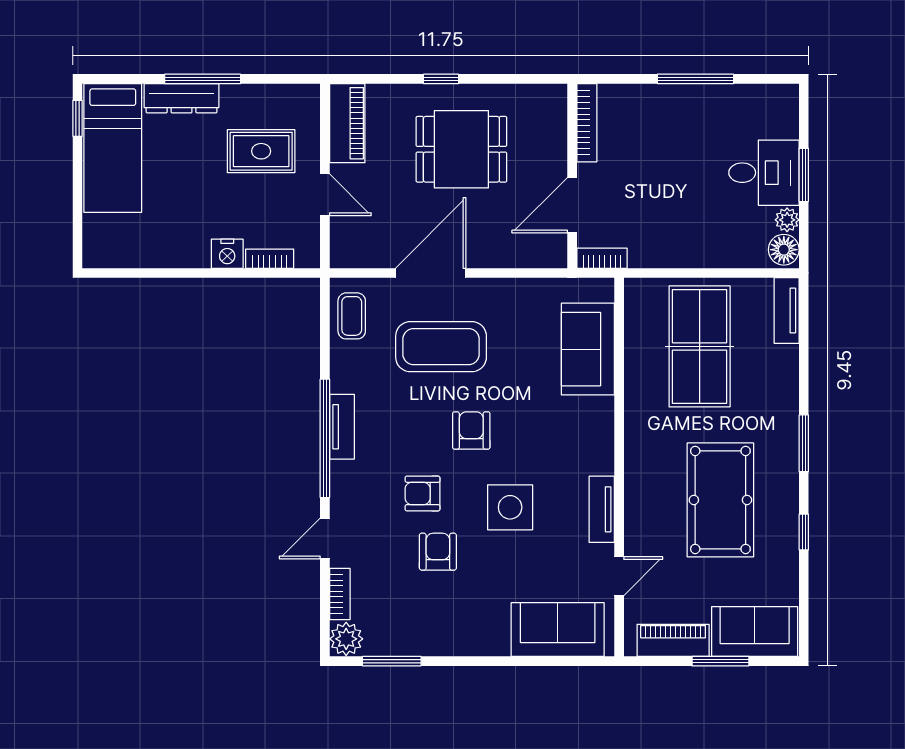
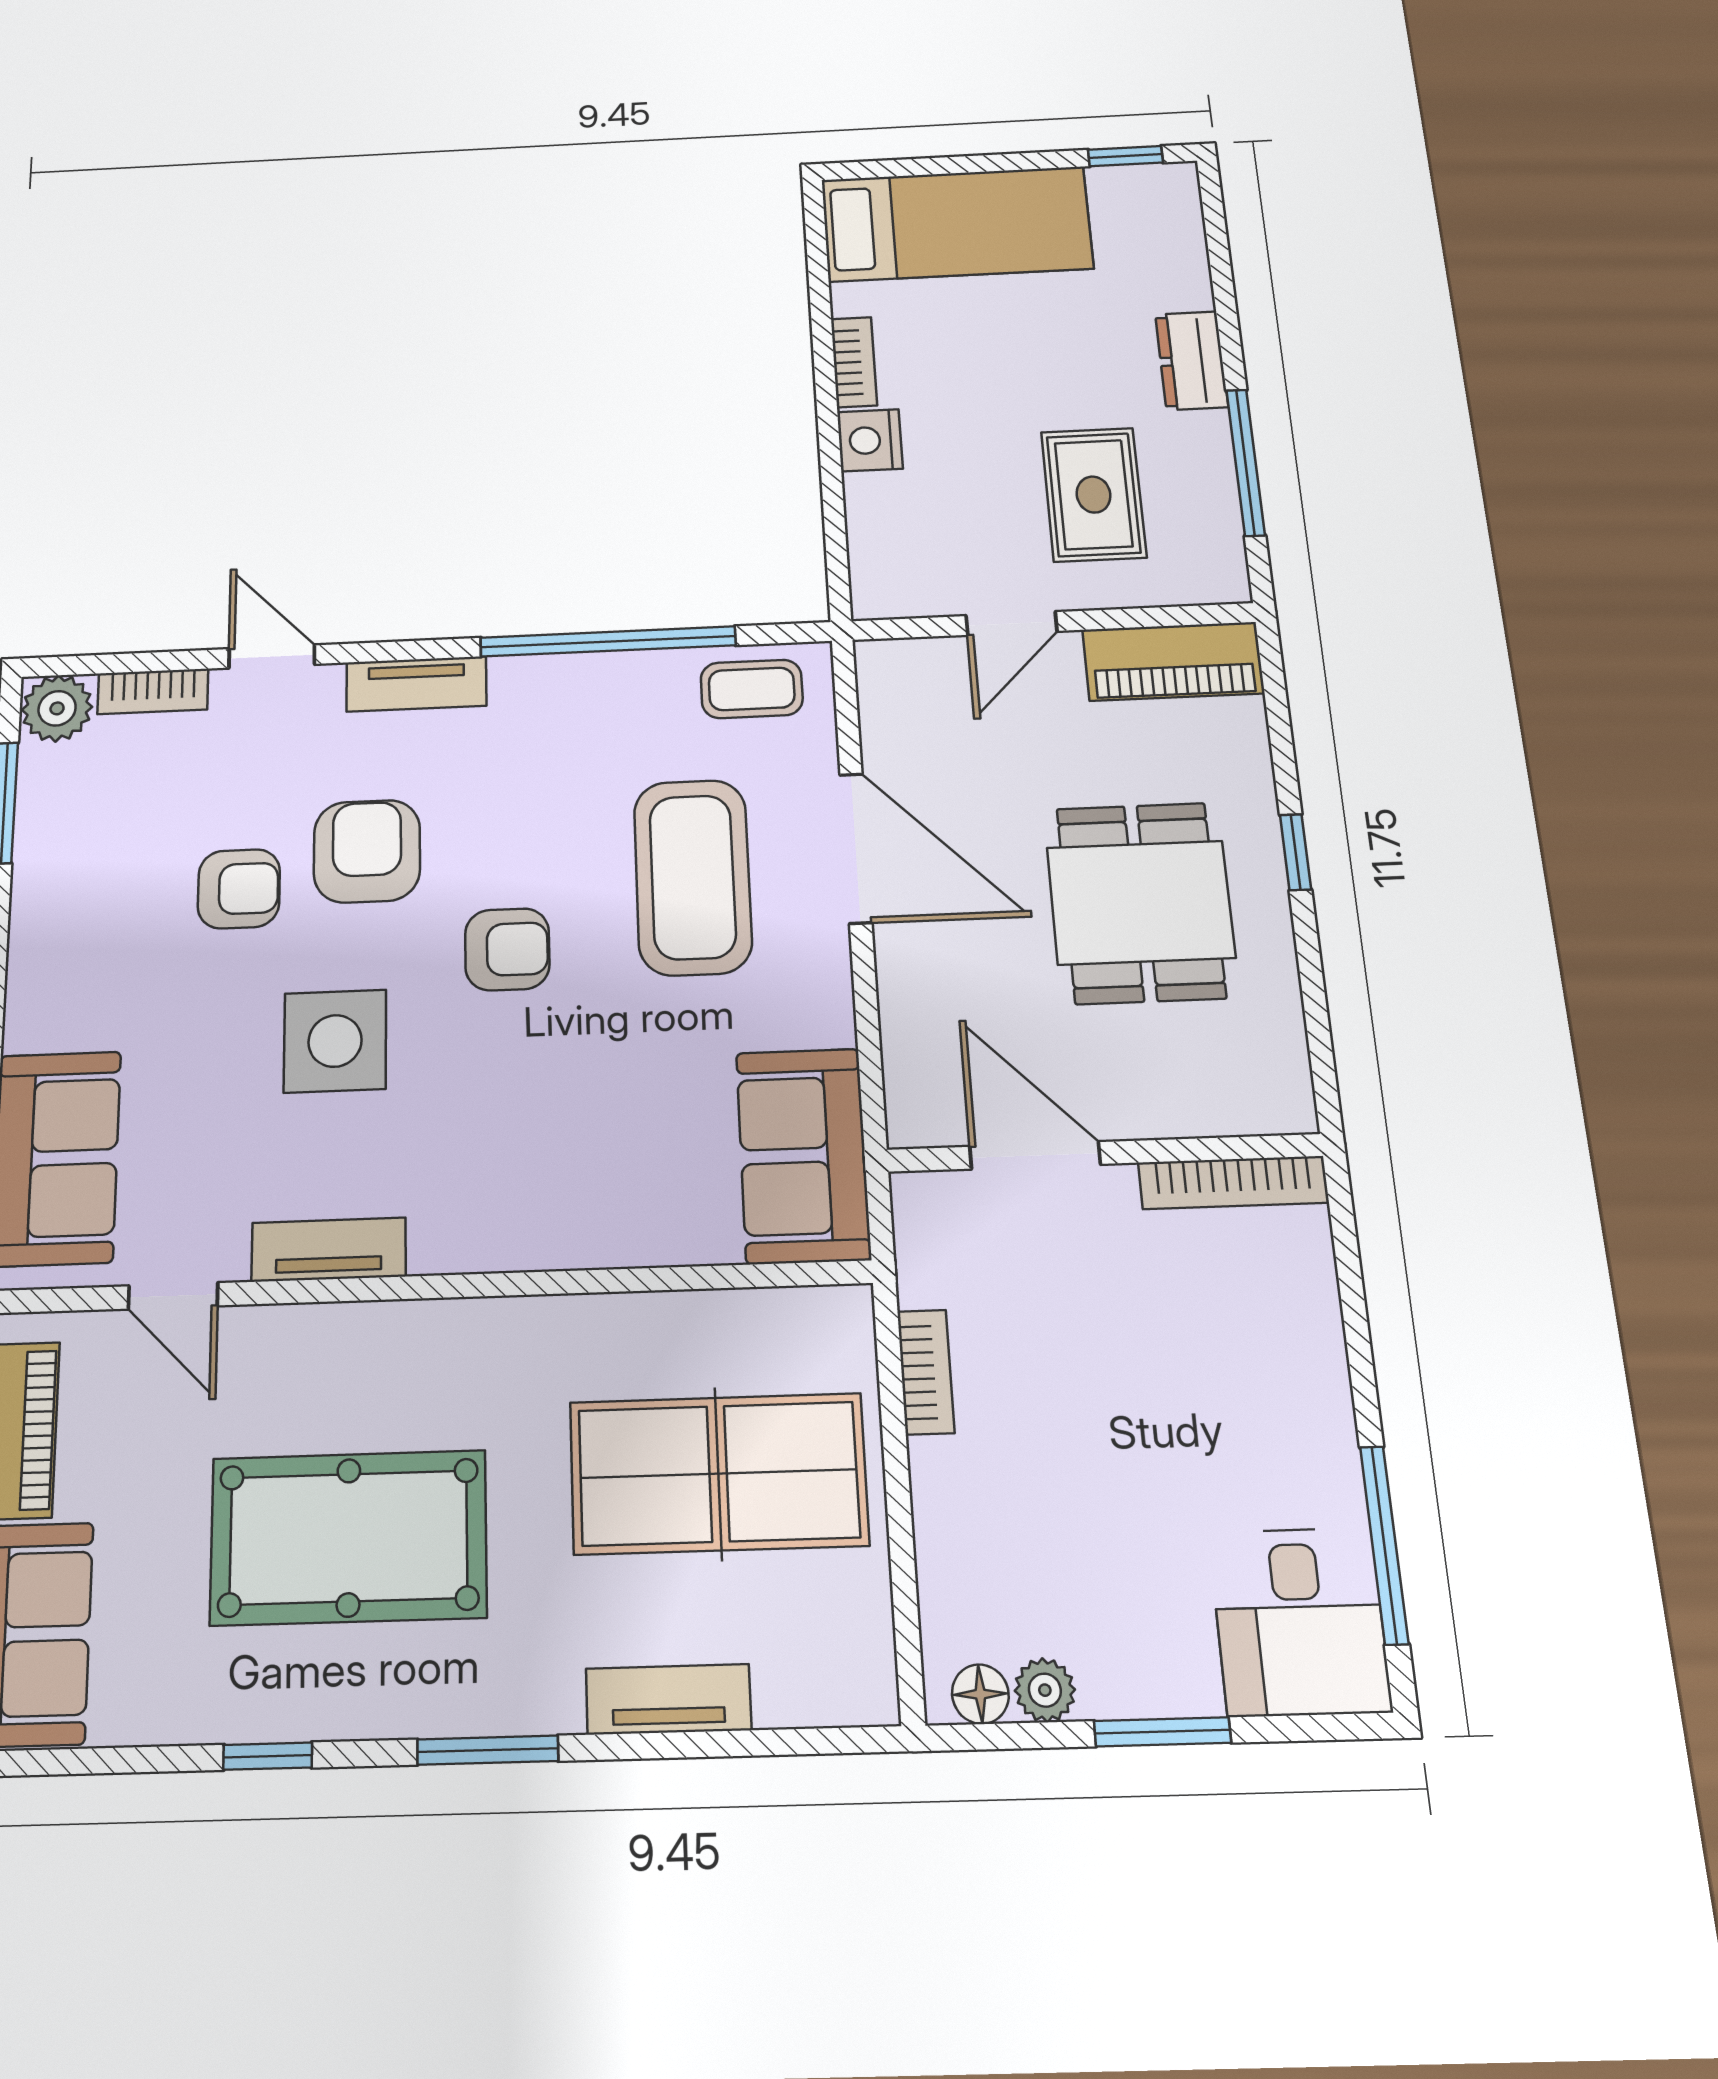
window: (203, 79) -> (1246, 462), moved
window: (695, 79) -> (1384, 1545), moved
dresser: (182, 98) -> (1192, 361), width x0.70
bed: (113, 148) -> (956, 224), moved, turned 180
desk: (764, 173) -> (1300, 1622), moved
floor lamp: (784, 250) -> (980, 1694), width x0.73, depth x0.73
bookcase: (602, 258) -> (926, 1372), moved
bookcase: (270, 259) -> (854, 362), moved
tv unit: (787, 310) -> (668, 1699), moved
sofa: (588, 349) -> (803, 1155), moved, turned -90
tv unit: (342, 427) -> (416, 684), moved
window: (325, 438) -> (608, 641), moved
armchair: (422, 493) -> (367, 851), width x1.38, depth x1.38

